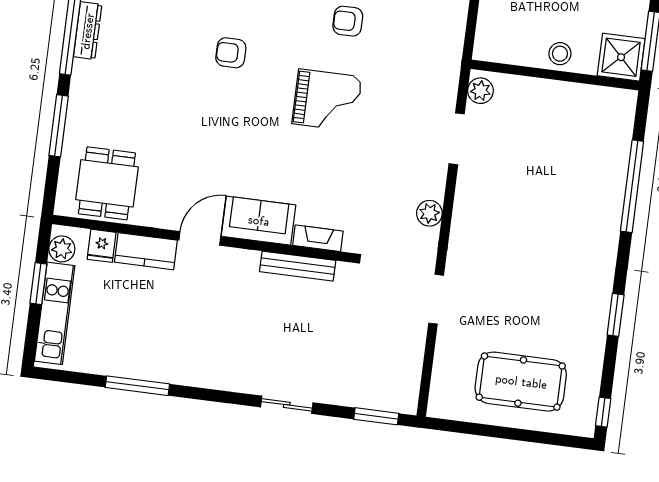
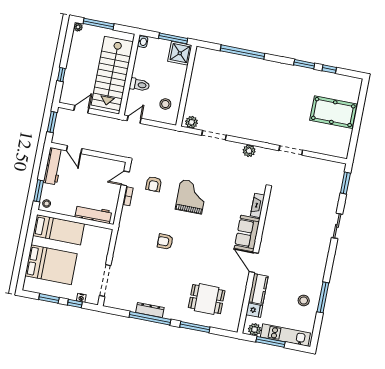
armchair: (231, 53) -> (165, 242), turned 90
stool: (560, 54) -> (165, 104), moved
dining table: (107, 183) -> (207, 299), moved
bench: (298, 266) -> (270, 216), removed
window: (38, 284) -> (270, 342), width x1.44
stool: (128, 346) -> (304, 301), added
pool table: (521, 382) -> (333, 112), turned 90
window: (603, 412) -> (329, 69), moved

